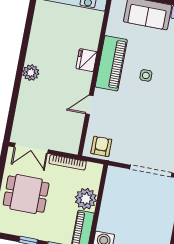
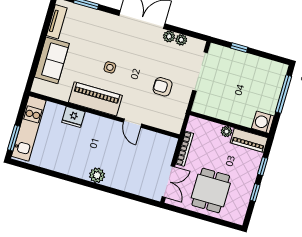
fridge: (86, 60) -> (73, 117), moved
armchair: (101, 146) -> (163, 87), moved
plant: (86, 199) -> (227, 131), width x0.53, depth x0.53

